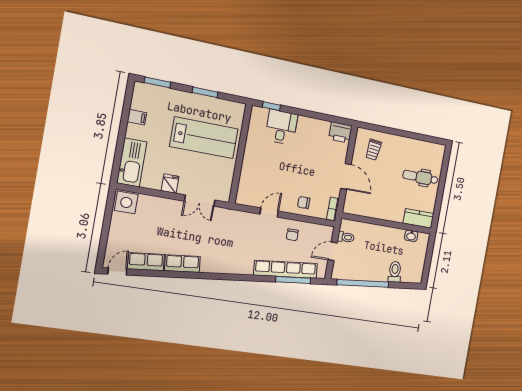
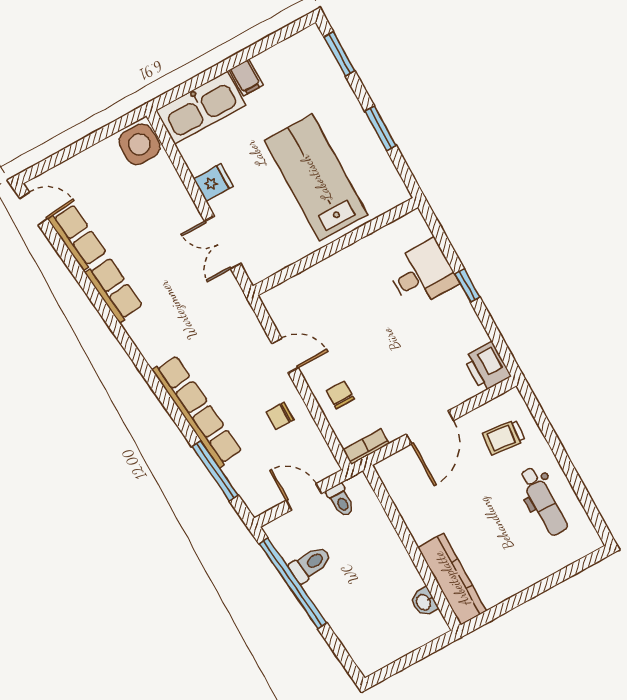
window: (271, 106) -> (467, 286), moved
filing cabinet: (137, 117) -> (246, 78), moved
lab bench: (204, 138) -> (316, 178), turned 180
dental chair: (420, 177) -> (543, 501), moved, turned 180
kitchen counter: (418, 218) -> (452, 579), width x1.50
row of seats: (286, 269) -> (197, 411), moved
toilet: (395, 272) -> (310, 564), moved

